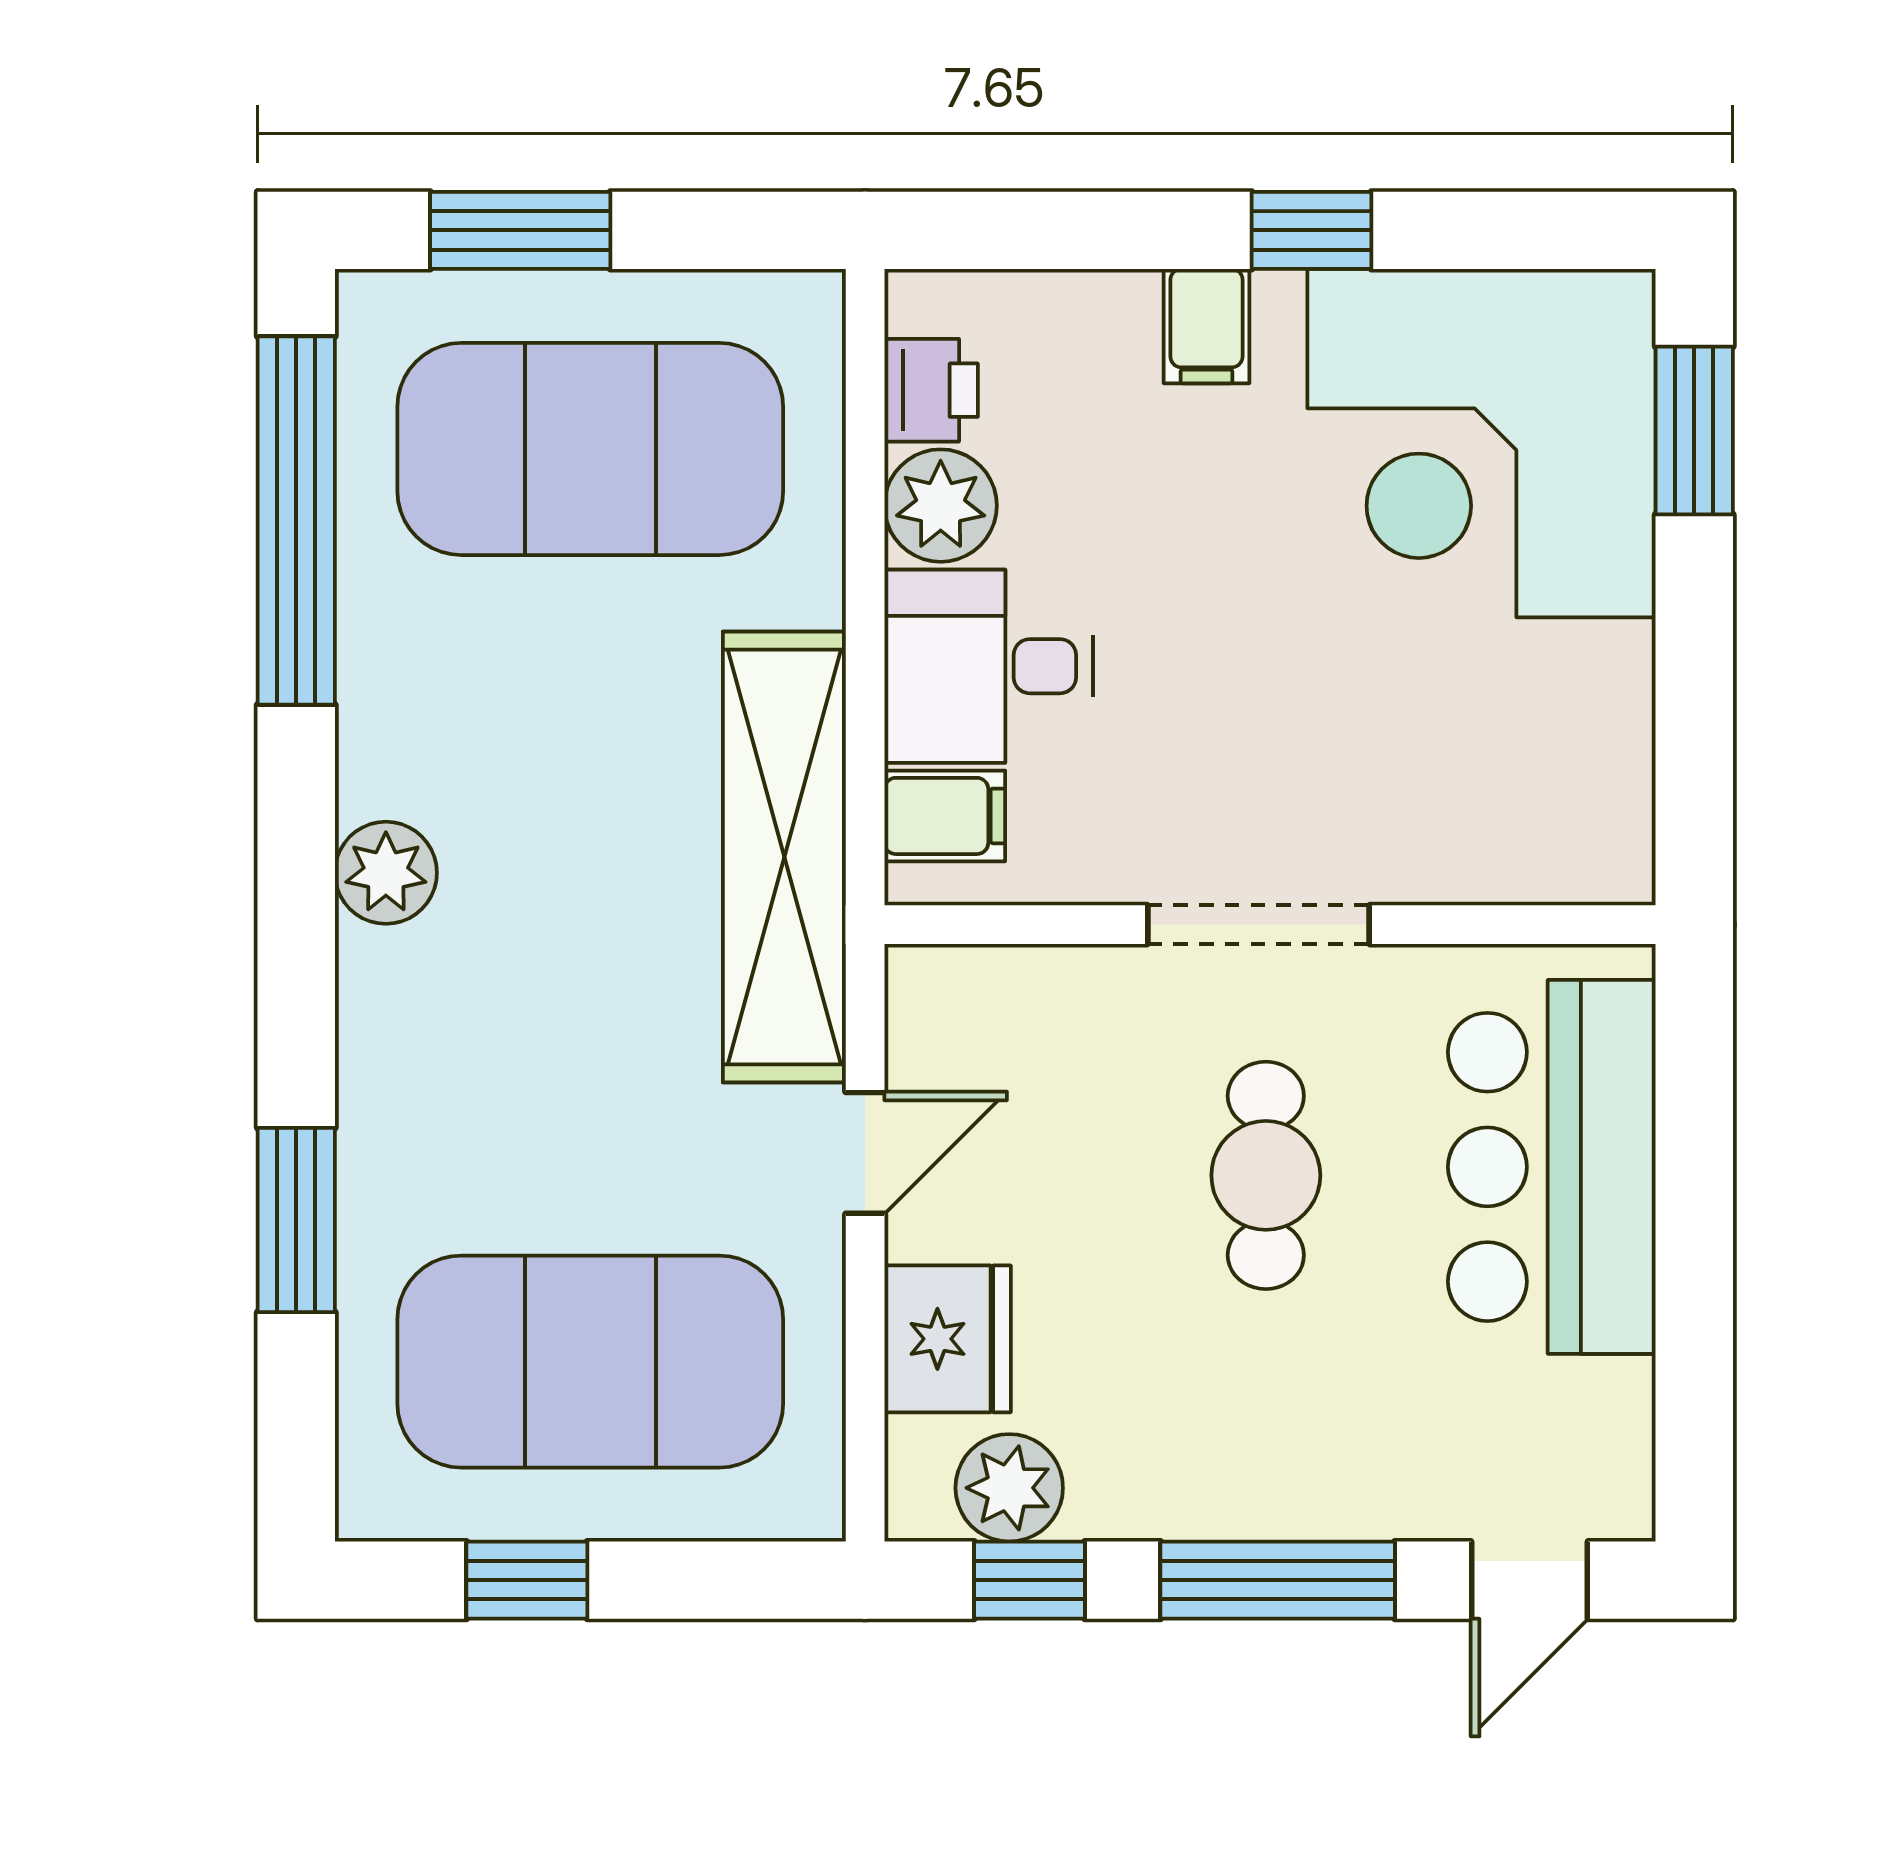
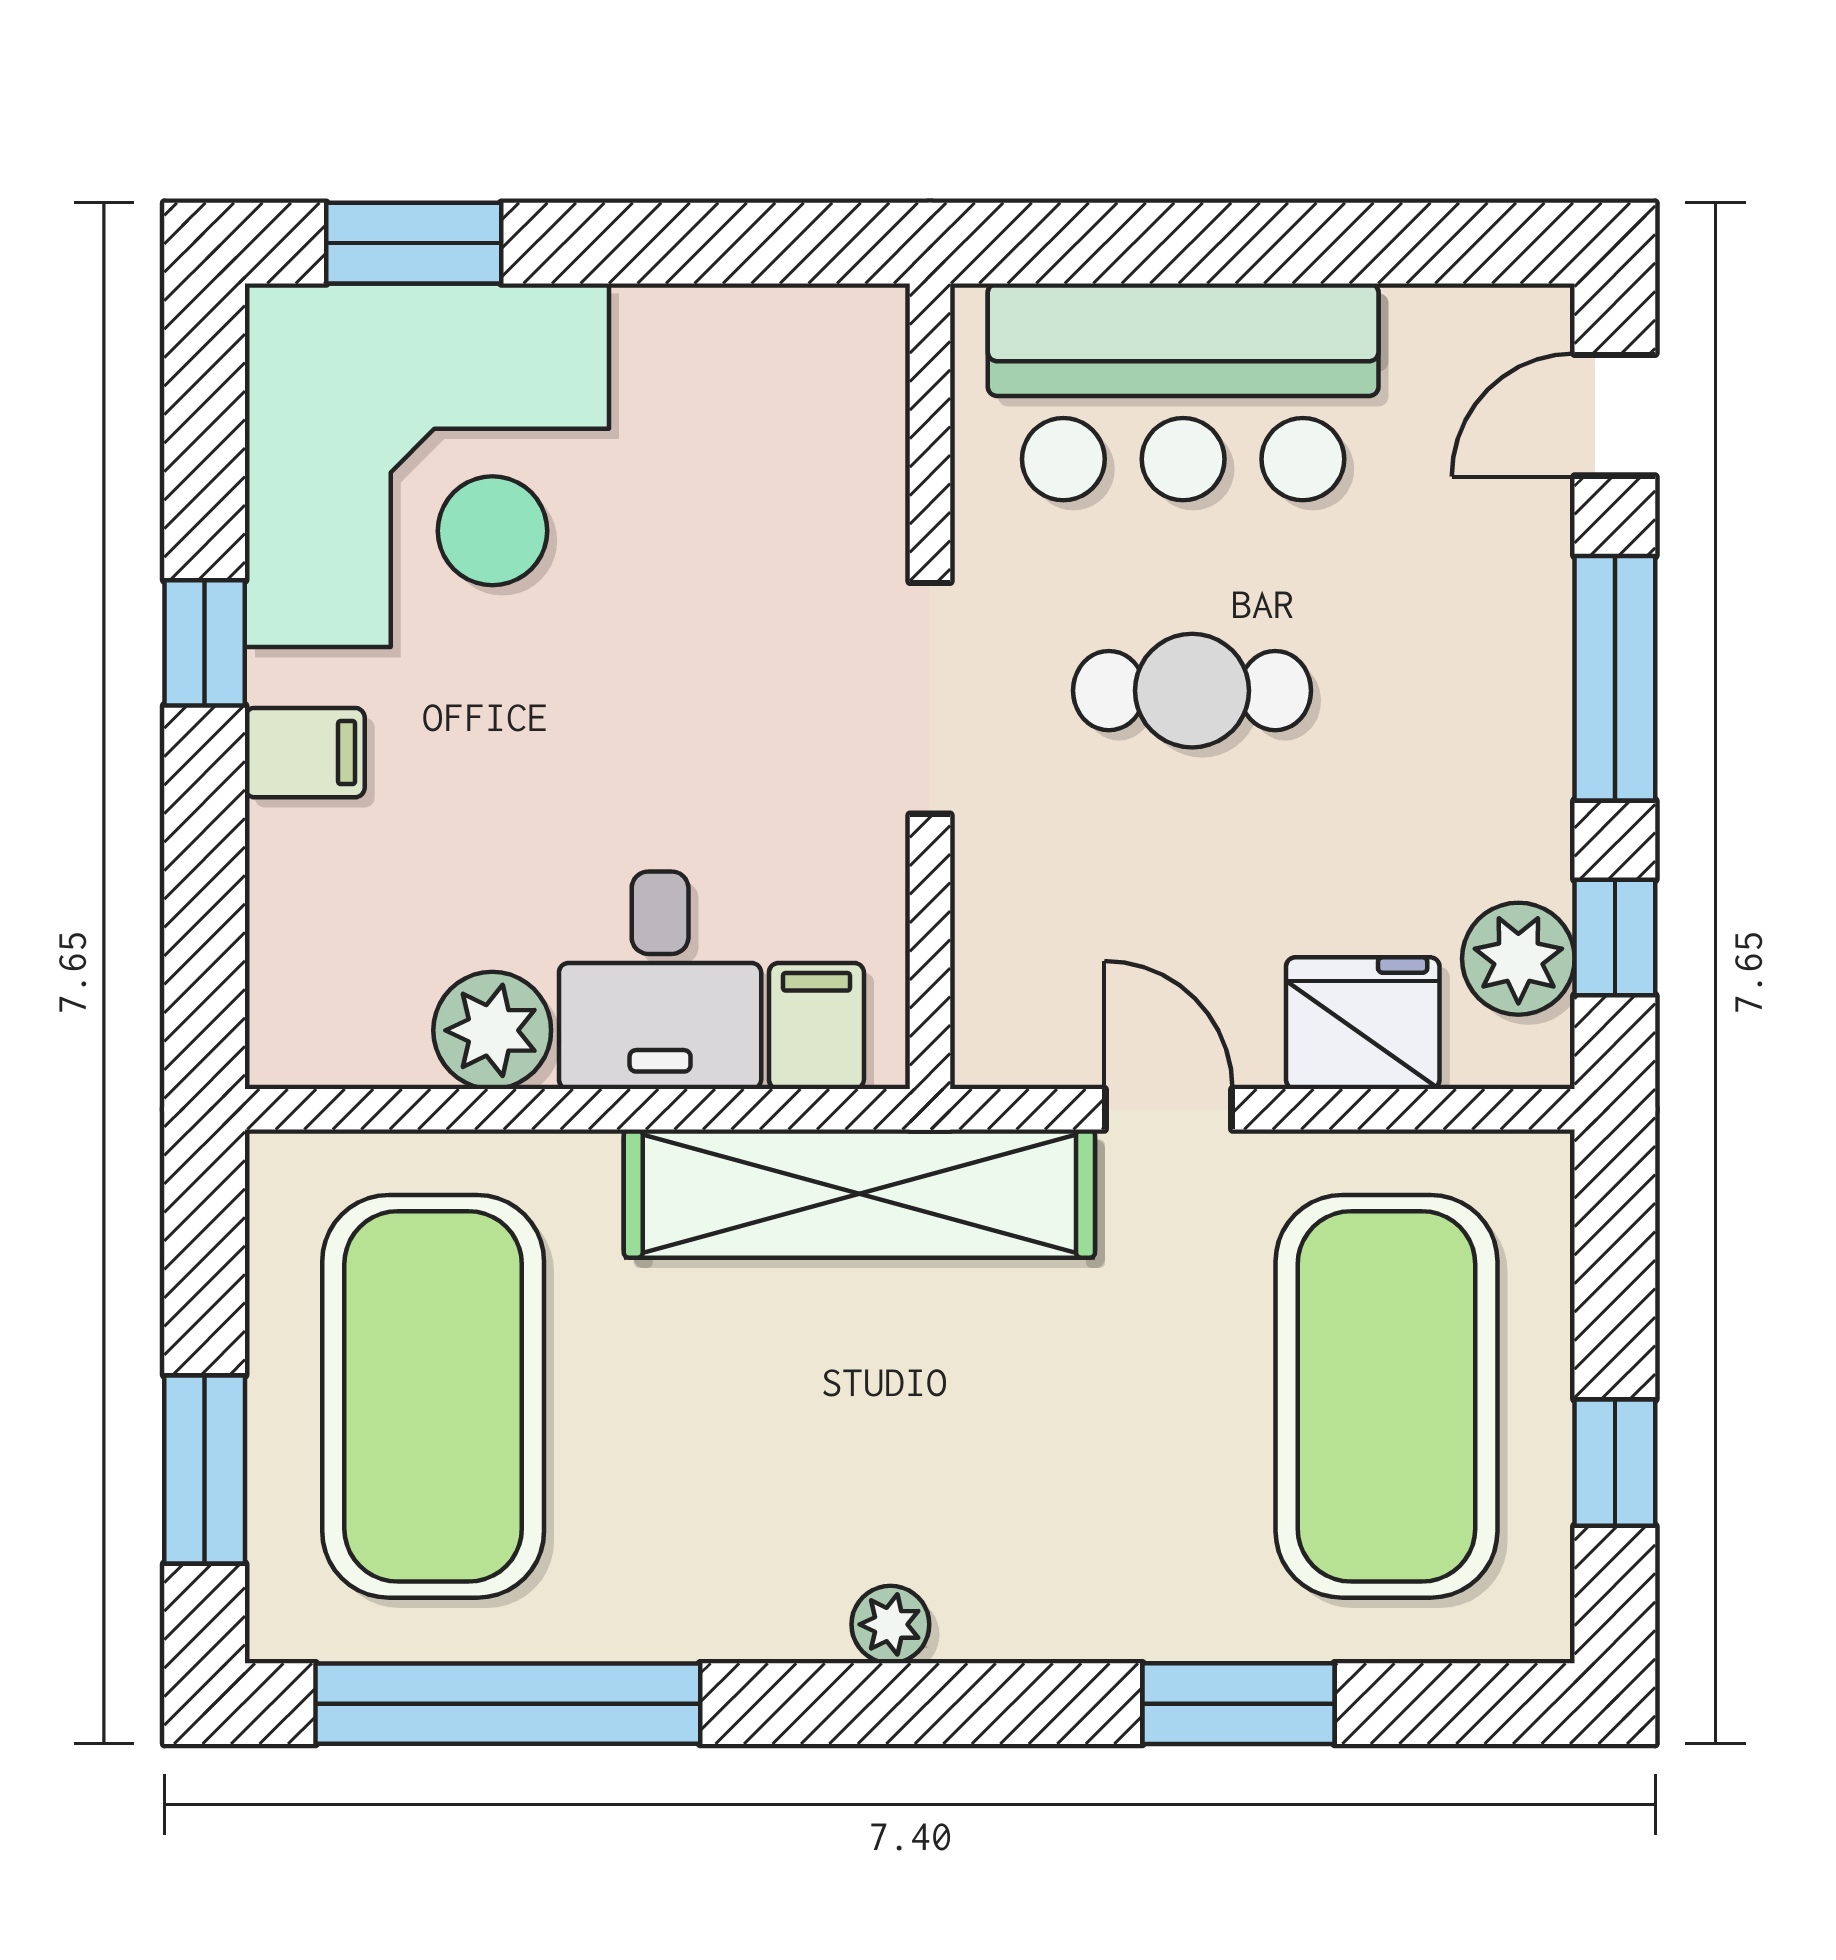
printer: (931, 390) -> (372, 1040), removed
plant: (386, 873) -> (890, 1624), width x0.73, depth x0.73
door: (1530, 1580) -> (1615, 415), swing flipped

